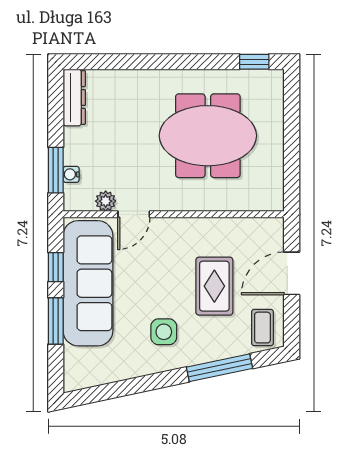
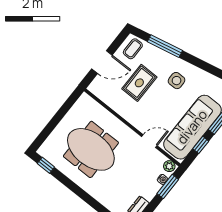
plant: (106, 201) -> (169, 166), moved

